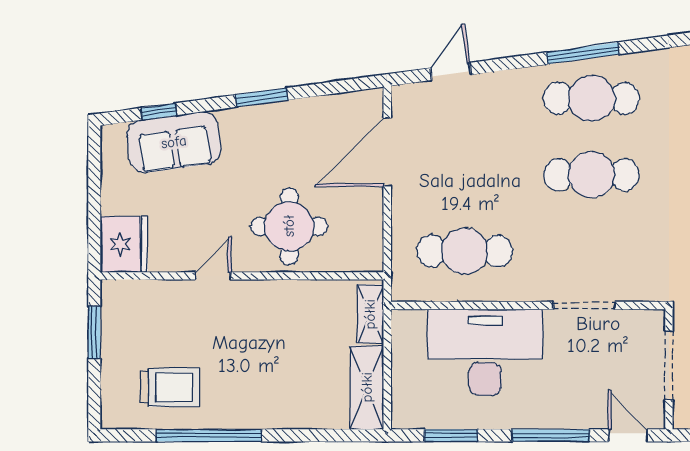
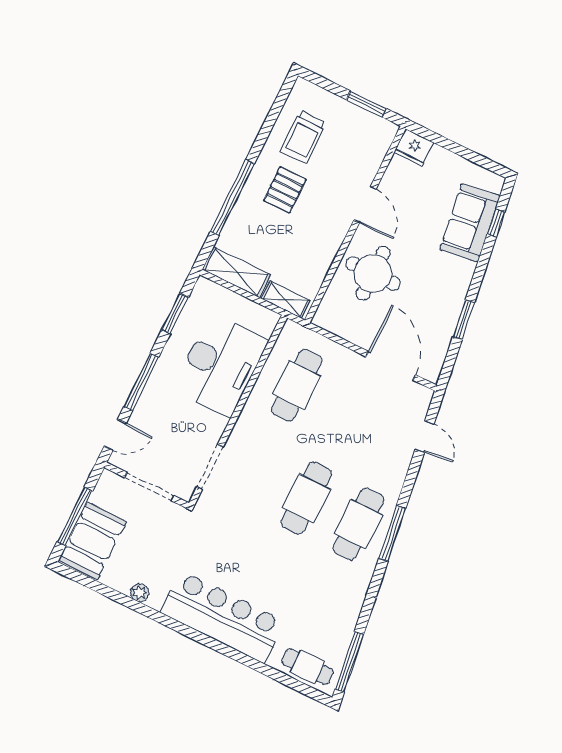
window: (262, 97) -> (464, 320), moved
fridge: (124, 244) -> (414, 148), width x0.73, depth x0.75
door: (213, 276) -> (365, 204), width x1.38
doorway: (584, 306) -> (210, 467), moved
pallet: (242, 378) -> (285, 190), added
window: (209, 435) -> (232, 198), moved

